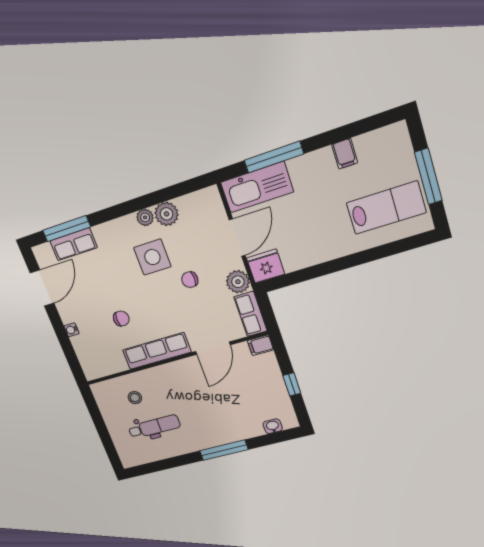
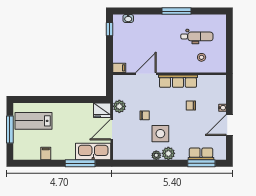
plant: (167, 214) -> (168, 153), moved
door: (42, 288) -> (229, 125), moved
row of seats: (250, 314) -> (119, 87), removed
window: (292, 384) -> (110, 29), moved
dental chair: (154, 427) -> (197, 36), turned 180
window: (224, 450) -> (176, 11), moved

